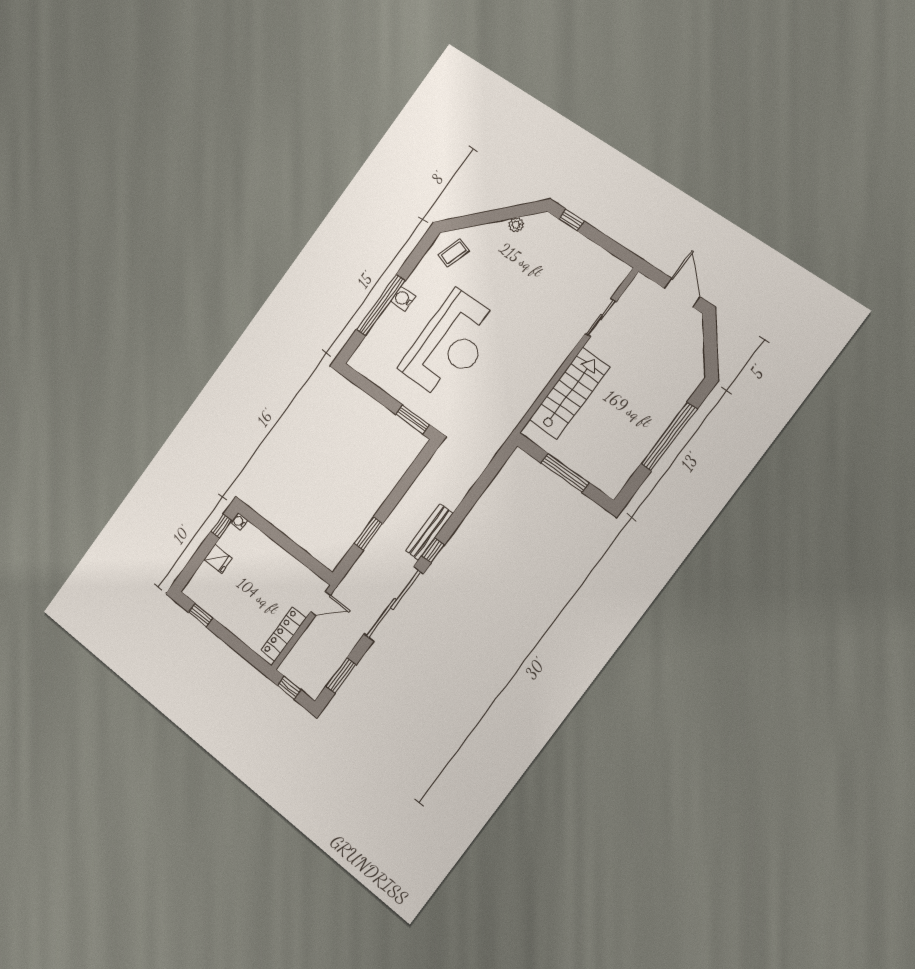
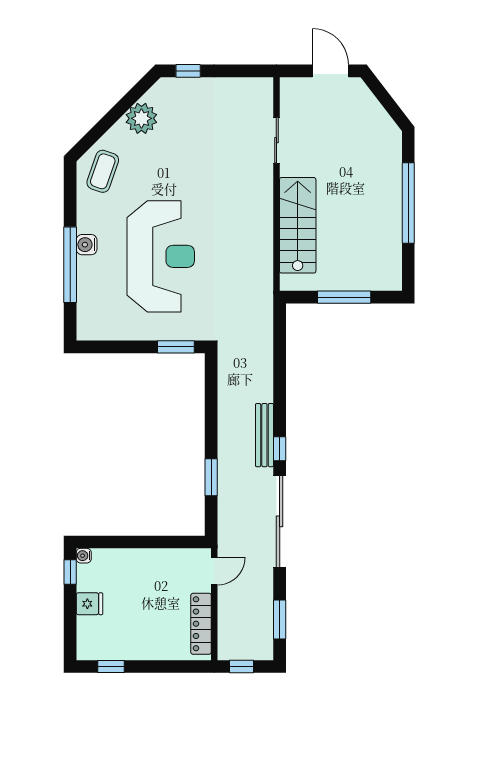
plant: (516, 225) -> (141, 118), width x1.88, depth x1.88
coffee table: (454, 253) -> (103, 171), width x1.36, depth x1.30

